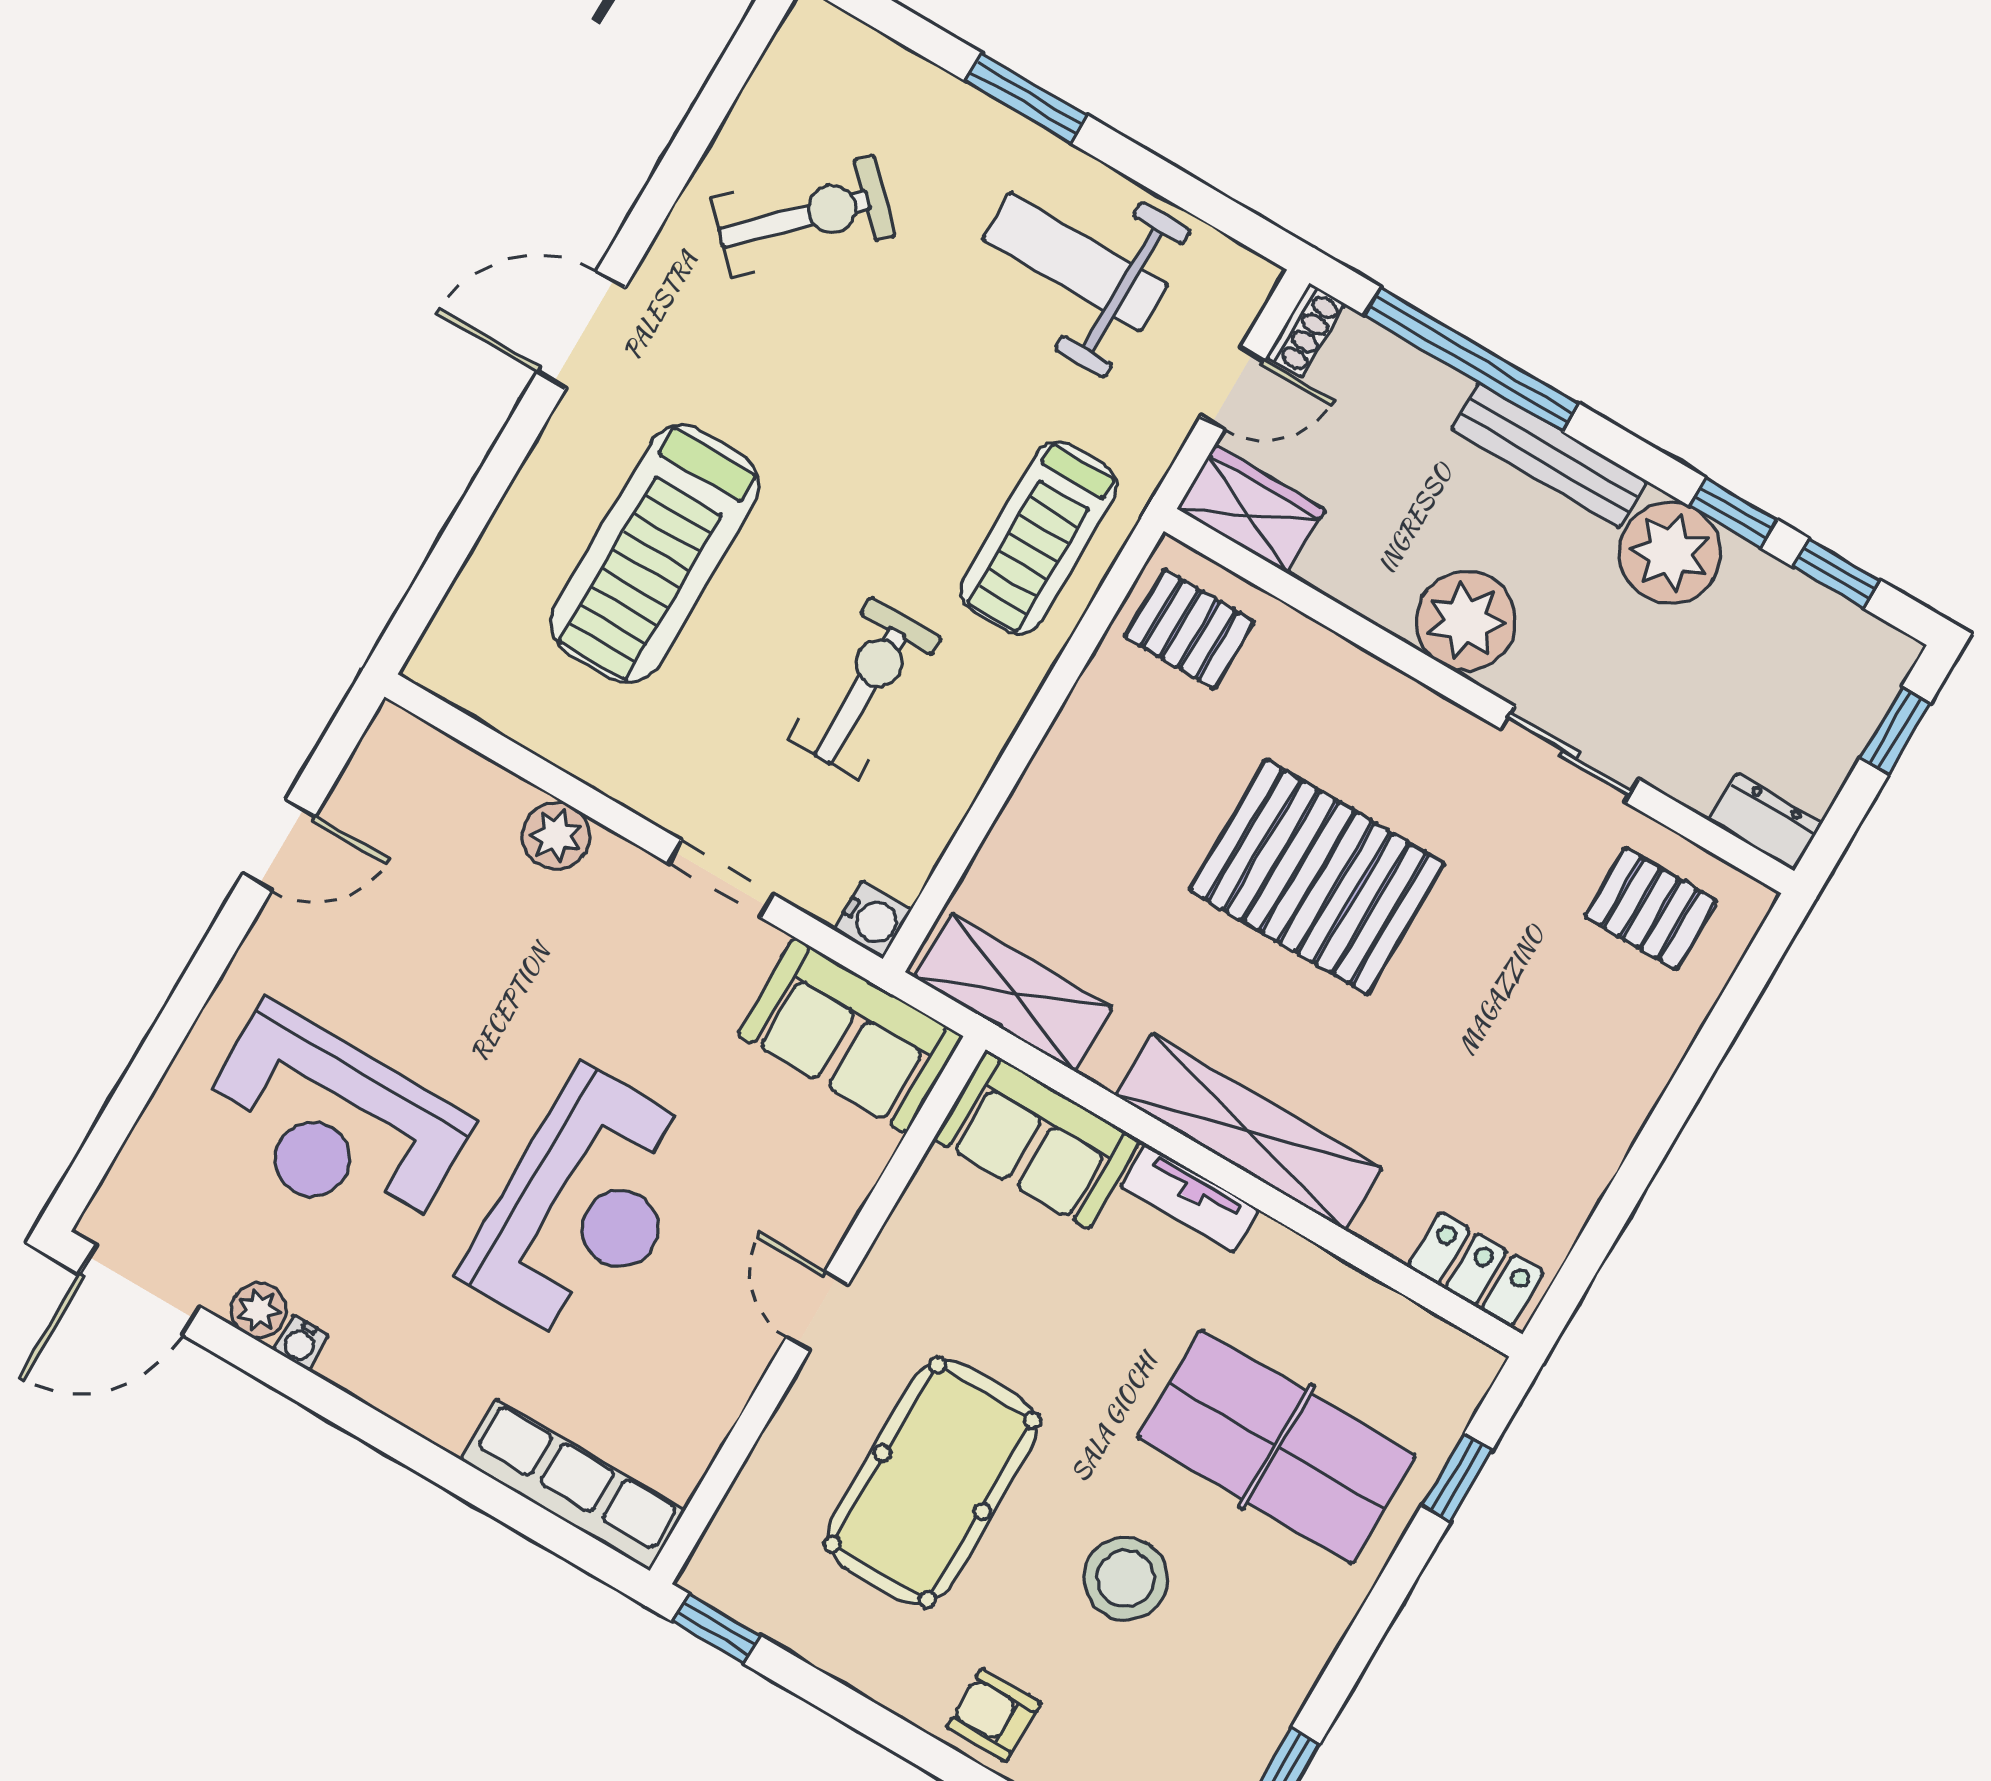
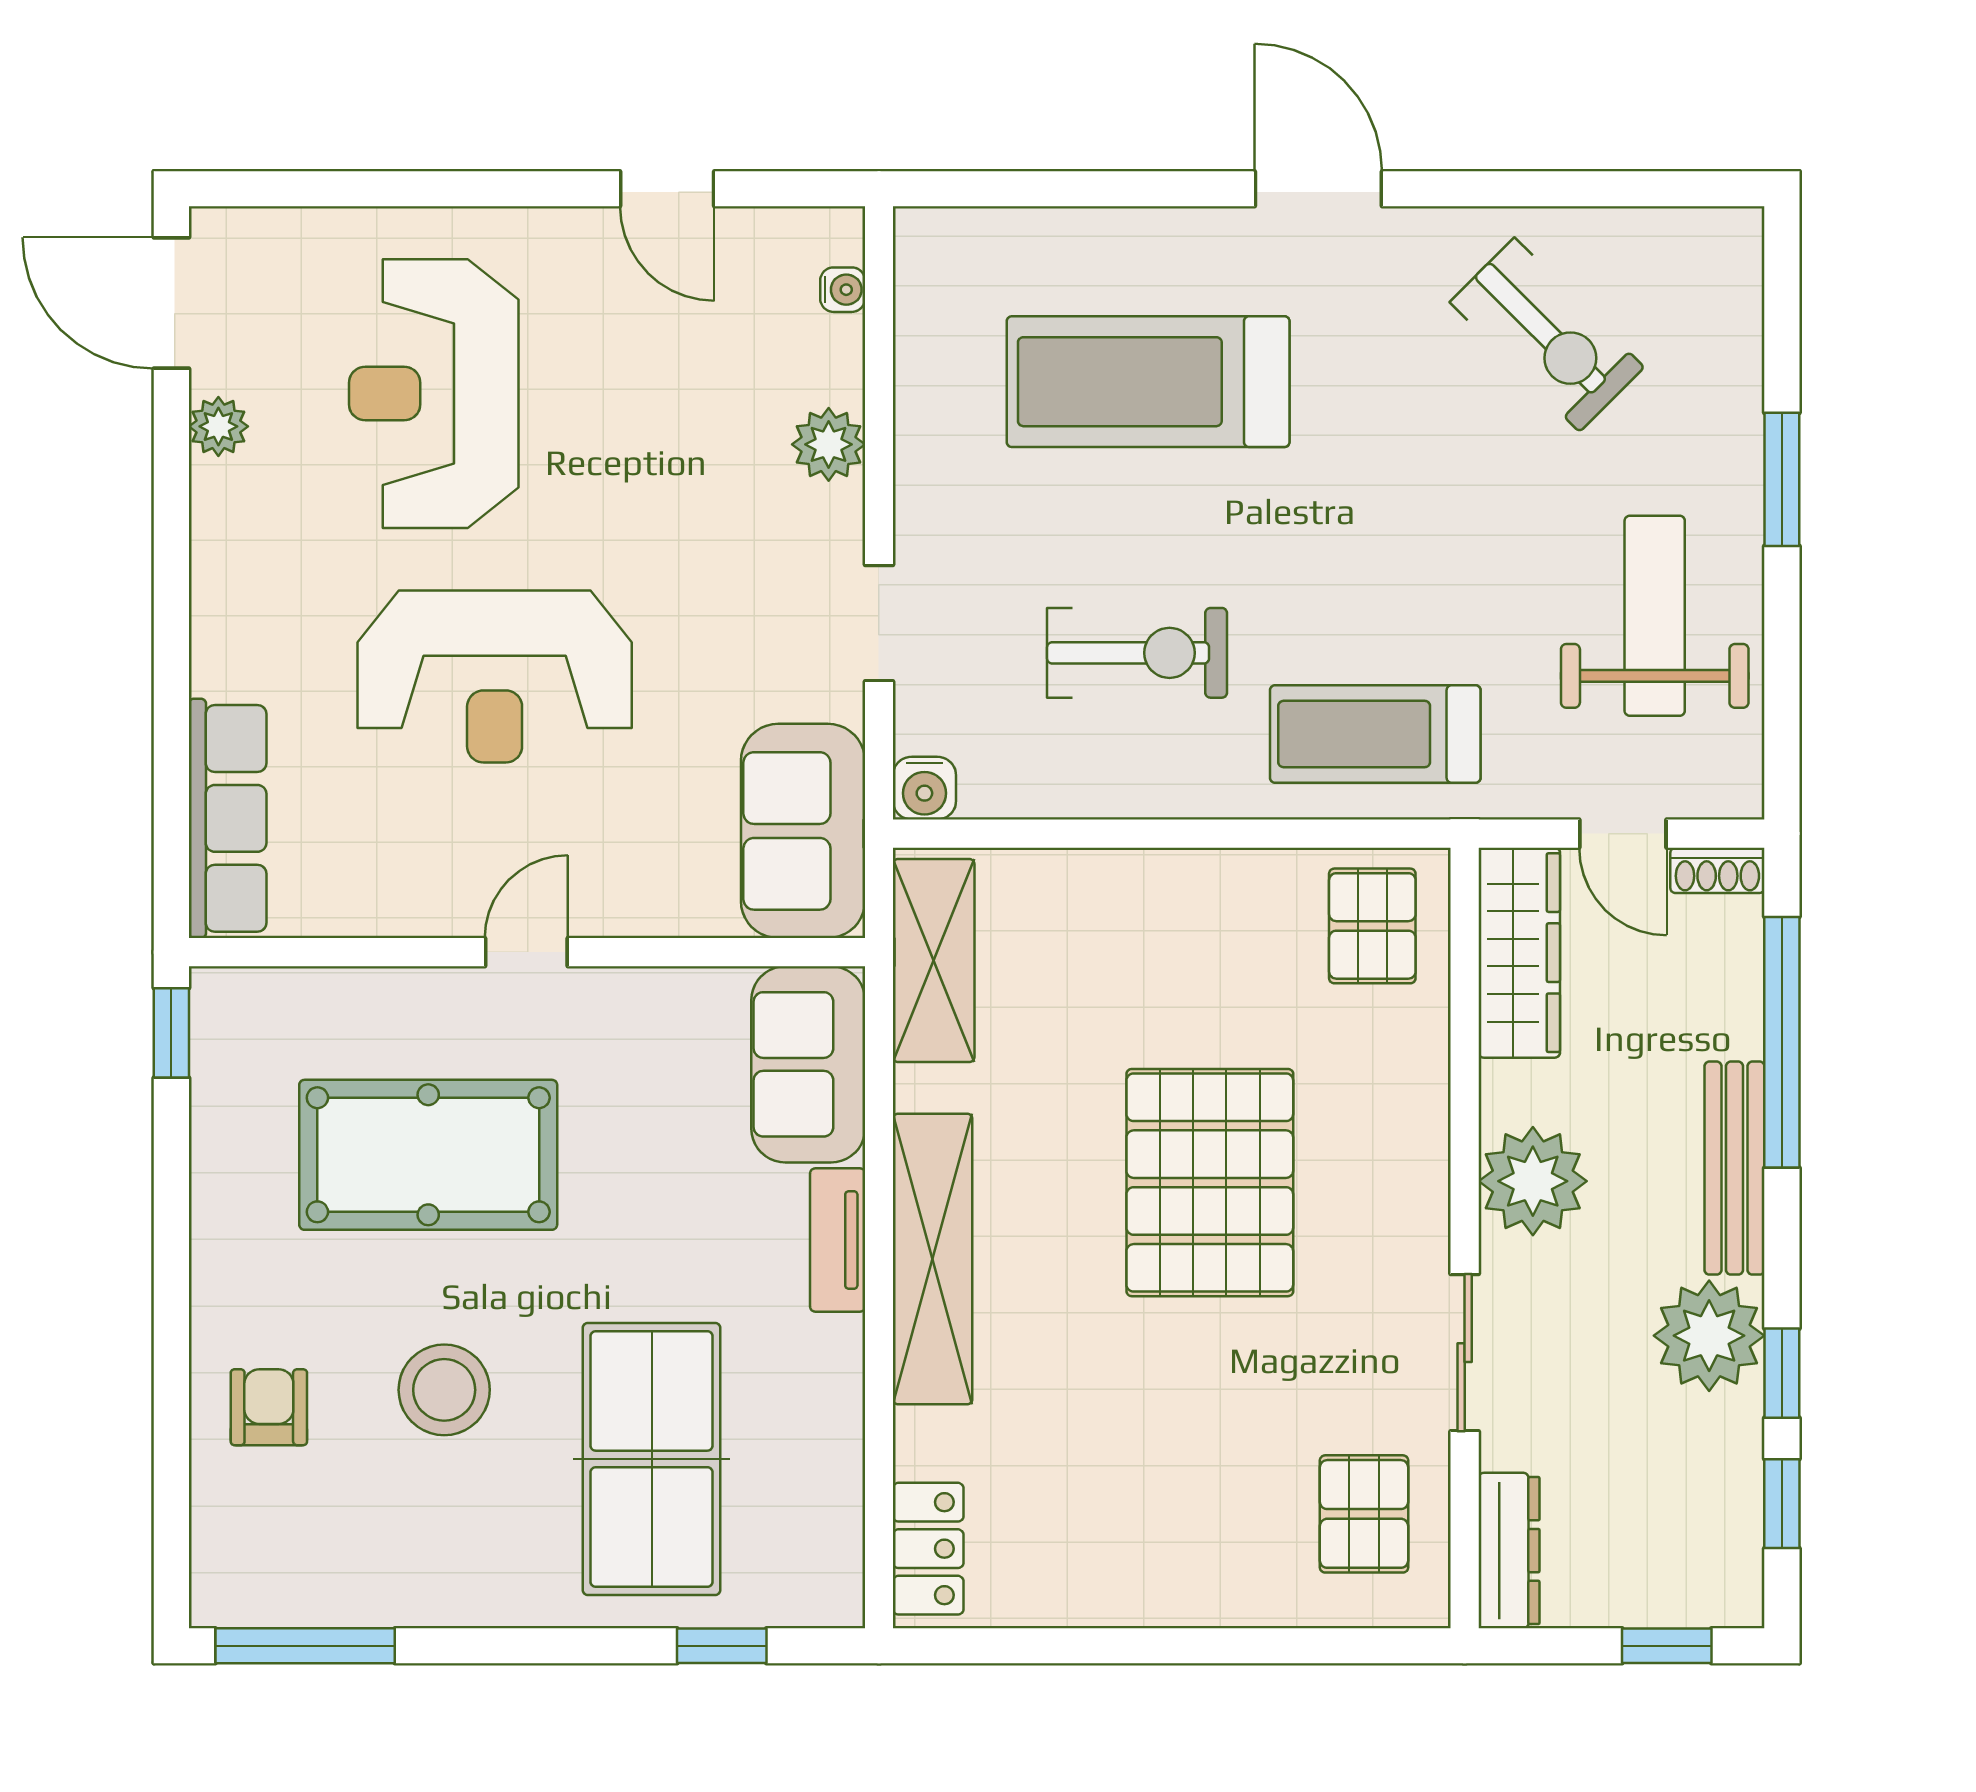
wardrobe: (1251, 509) -> (1519, 953), width x1.50
dresser: (1766, 822) -> (1509, 1551), width x1.44
water cooler: (301, 1343) -> (843, 290), moved, turned 180
armchair: (994, 1715) -> (269, 1407), moved

